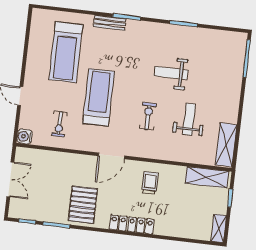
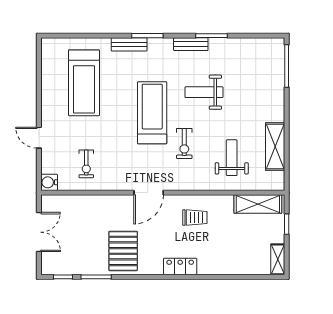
bench: (164, 29) -> (191, 44), added
treadmill: (99, 97) -> (152, 113), moved
exercise bike: (148, 116) -> (184, 144), turned 180
weight bench: (189, 119) -> (232, 158), moved
shelving: (226, 145) -> (275, 146), moved
trolley: (150, 183) -> (195, 218), turned 90
locker: (132, 224) -> (180, 266), width x0.66

